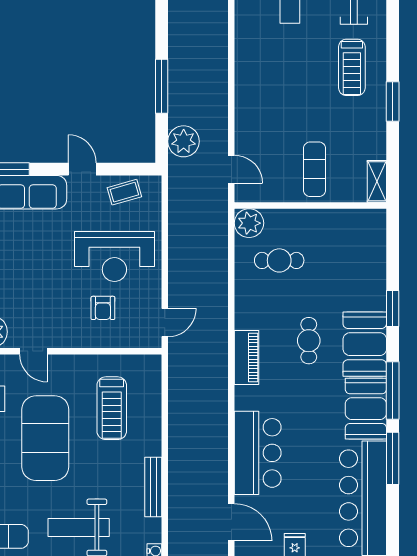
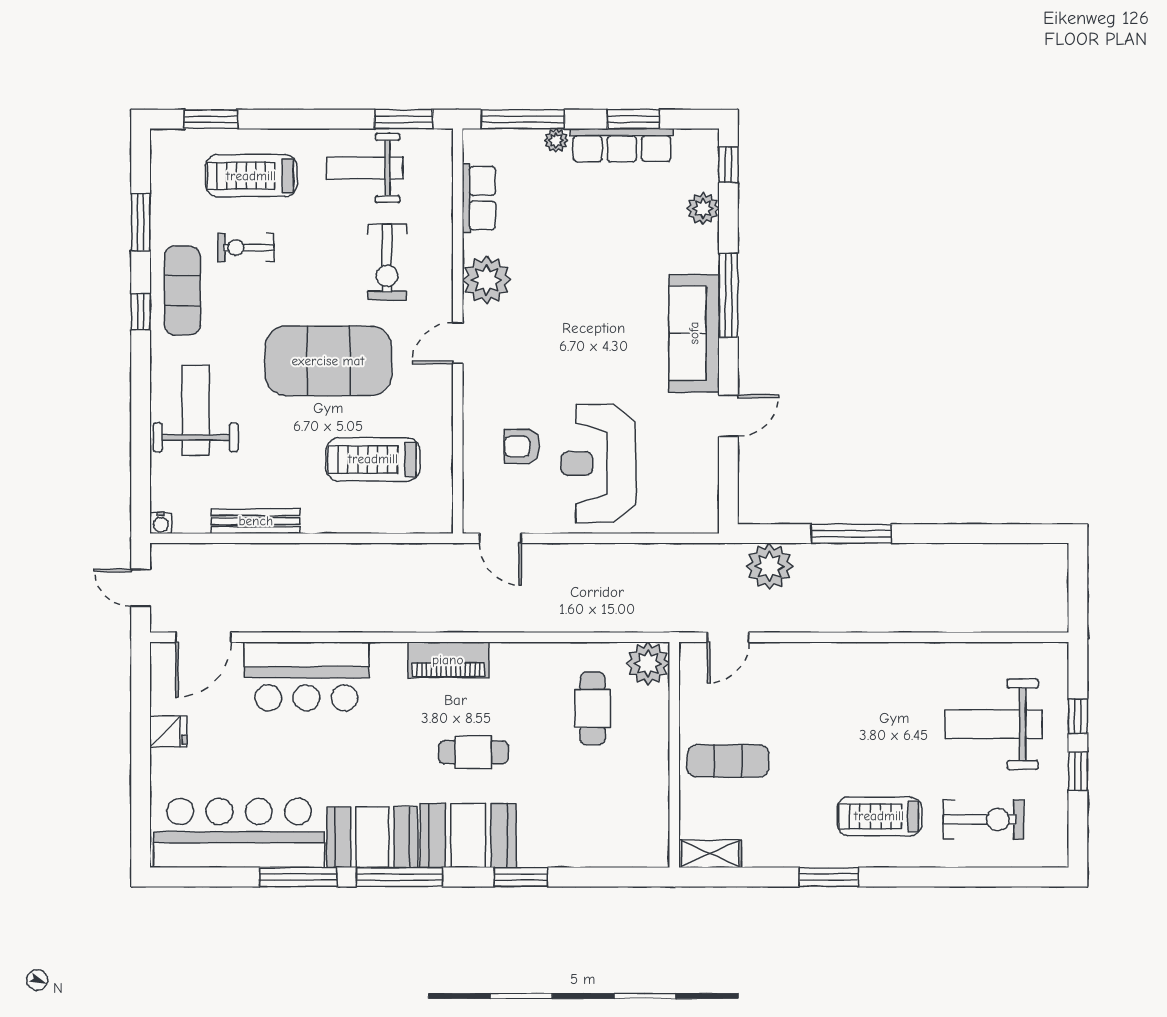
coffee table: (124, 192) -> (694, 478), removed

